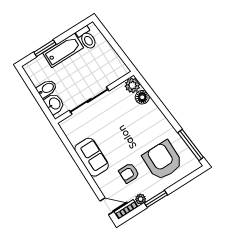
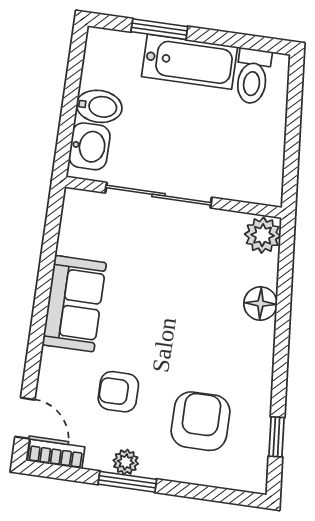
floor lamp: (142, 97) -> (260, 304), moved
window: (191, 145) -> (276, 437), width x0.46
armchair: (163, 160) -> (201, 421), width x0.73, depth x0.73
plant: (141, 199) -> (126, 462), moved

